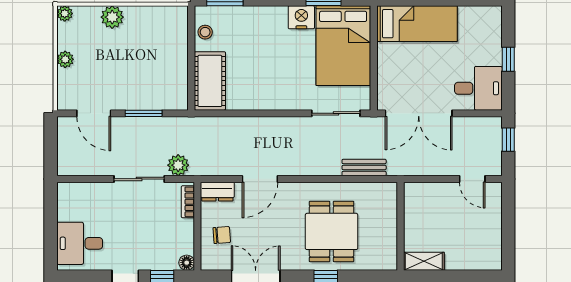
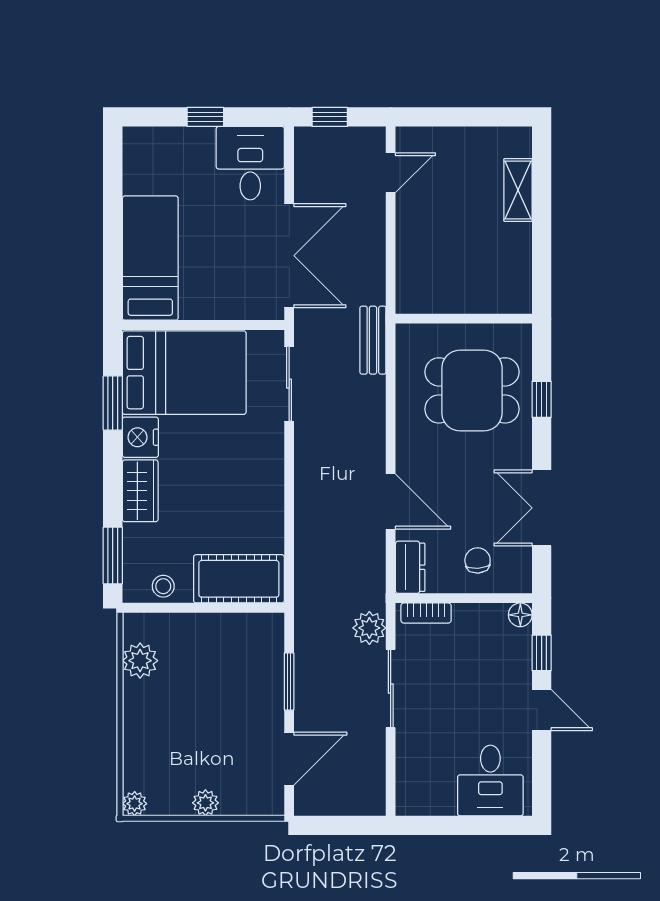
plant: (112, 17) -> (140, 661), moved
wardrobe: (267, 17) -> (140, 491), added
wall: (401, 226) -> (464, 319), moved
shelving: (424, 261) -> (518, 190), moved

